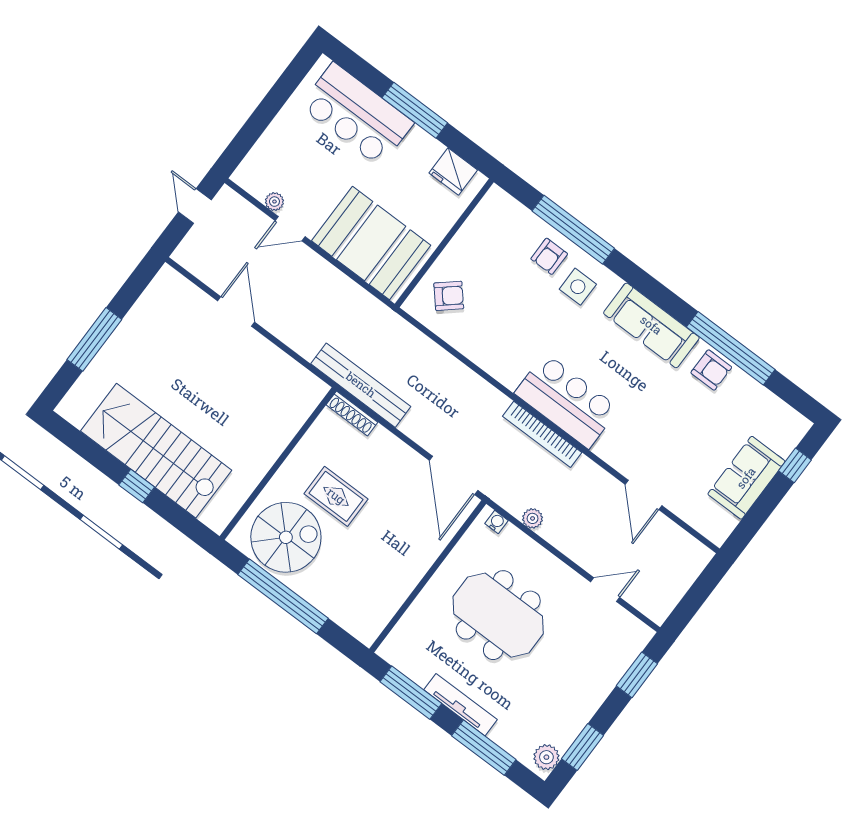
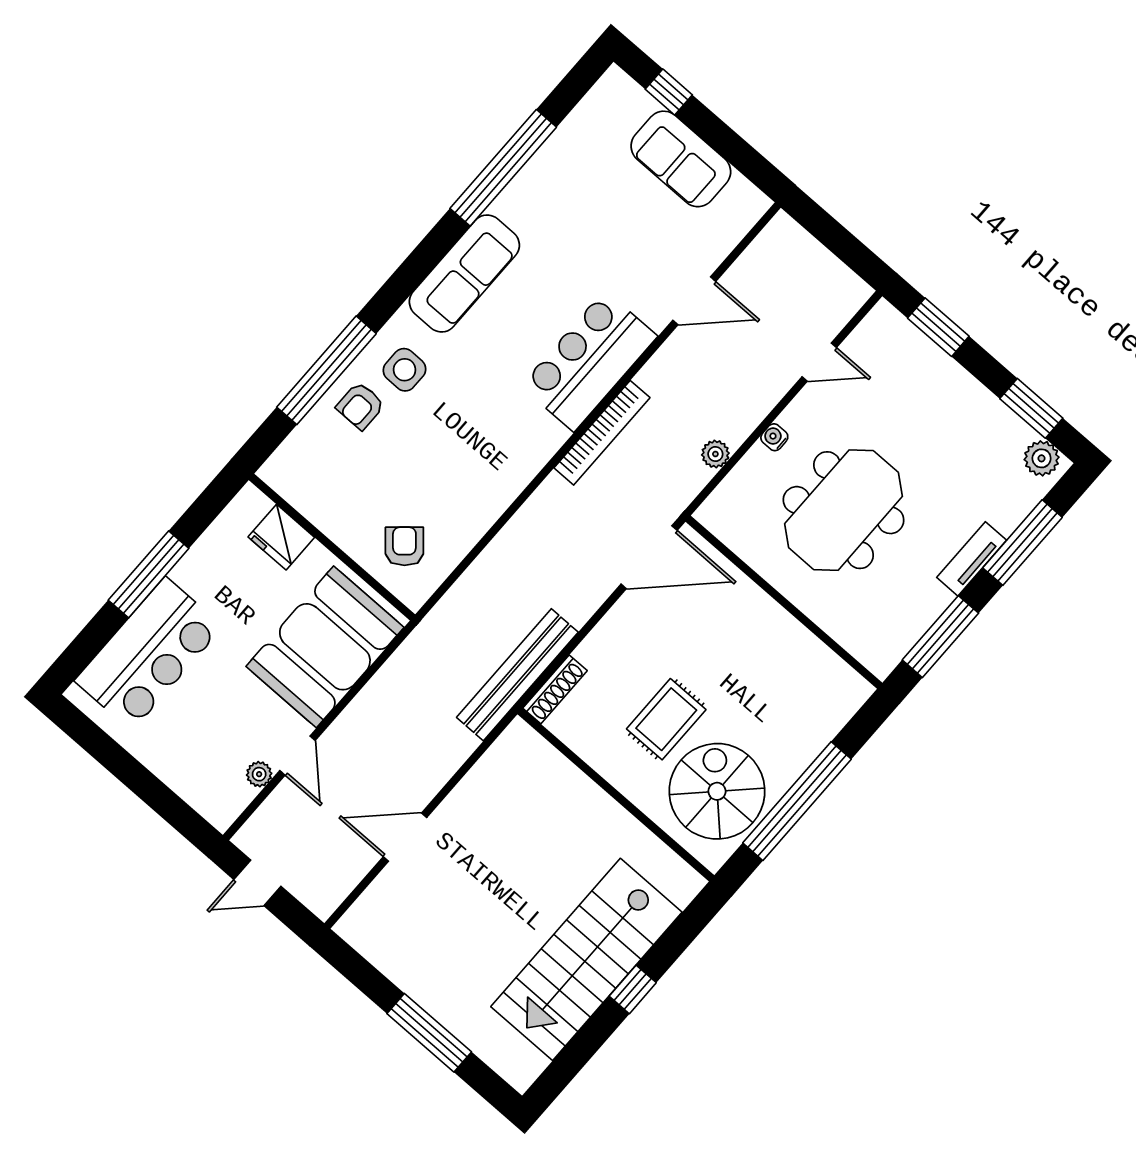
fridge: (453, 172) -> (281, 537), moved, turned 90
armchair: (549, 256) -> (360, 406), turned 90
armchair: (711, 370) -> (531, 196), removed
bar counter: (567, 401) -> (589, 361), moved
water cooler: (497, 522) -> (774, 437), moved
door: (605, 590) -> (819, 362), swing flipped
tv unit: (460, 705) -> (972, 559), width x0.71

